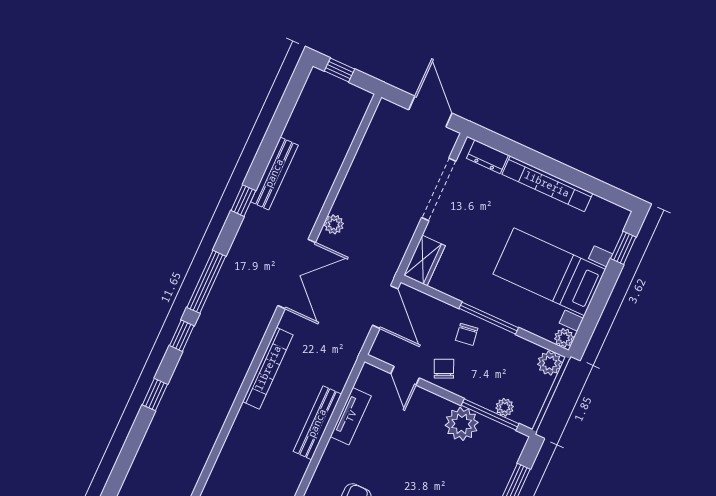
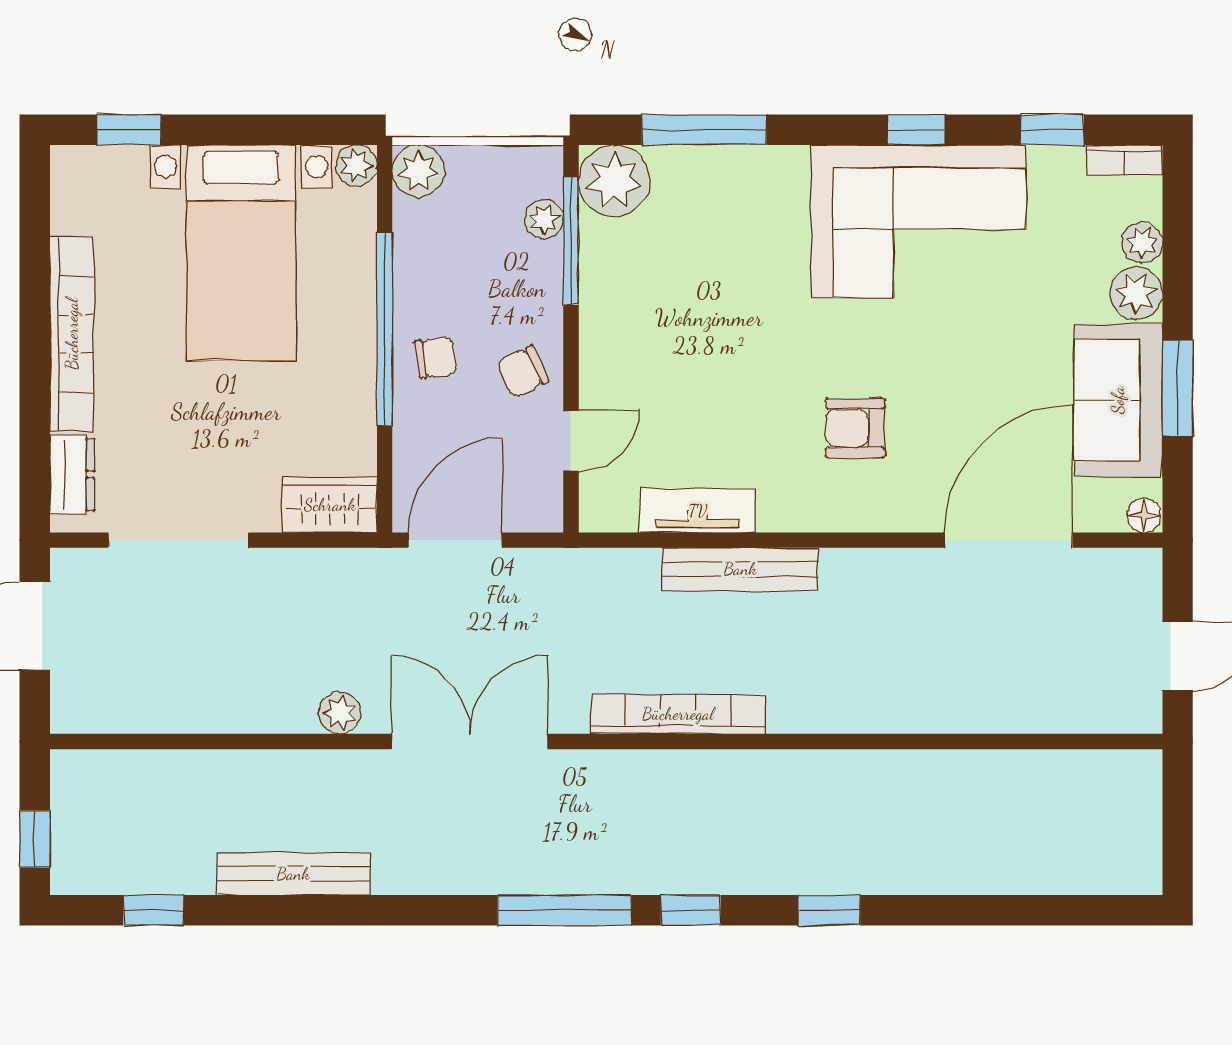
window: (243, 201) -> (153, 910), moved
window: (489, 318) -> (385, 329), width x1.46
plant: (462, 424) -> (614, 181), moved

